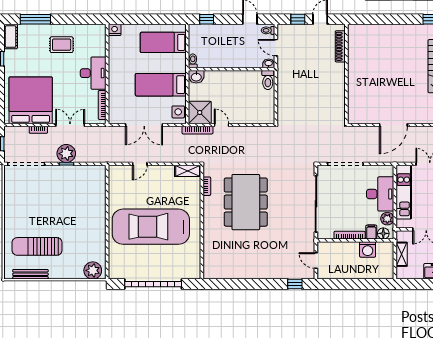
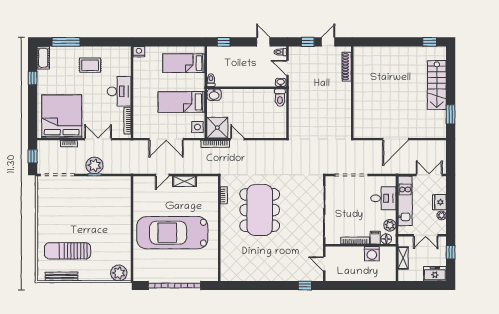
shelving: (188, 171) -> (185, 181), moved
desk: (380, 194) -> (383, 198), width x0.73

